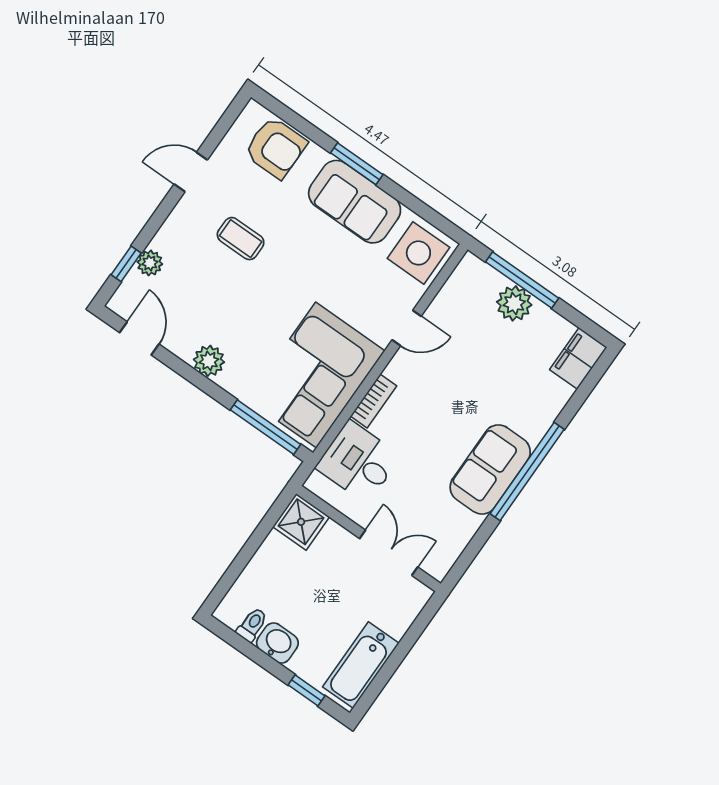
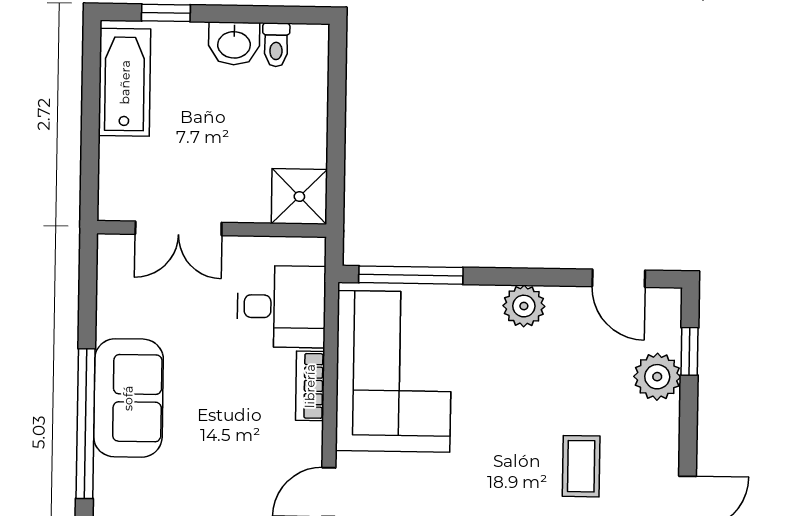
coffee table: (241, 239) -> (581, 466), turned 90
plant: (150, 263) -> (657, 377), width x1.38, depth x1.38

